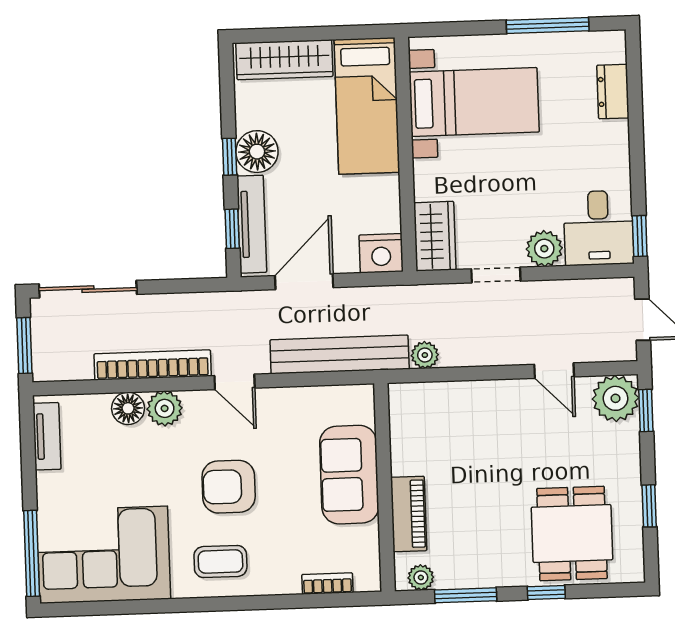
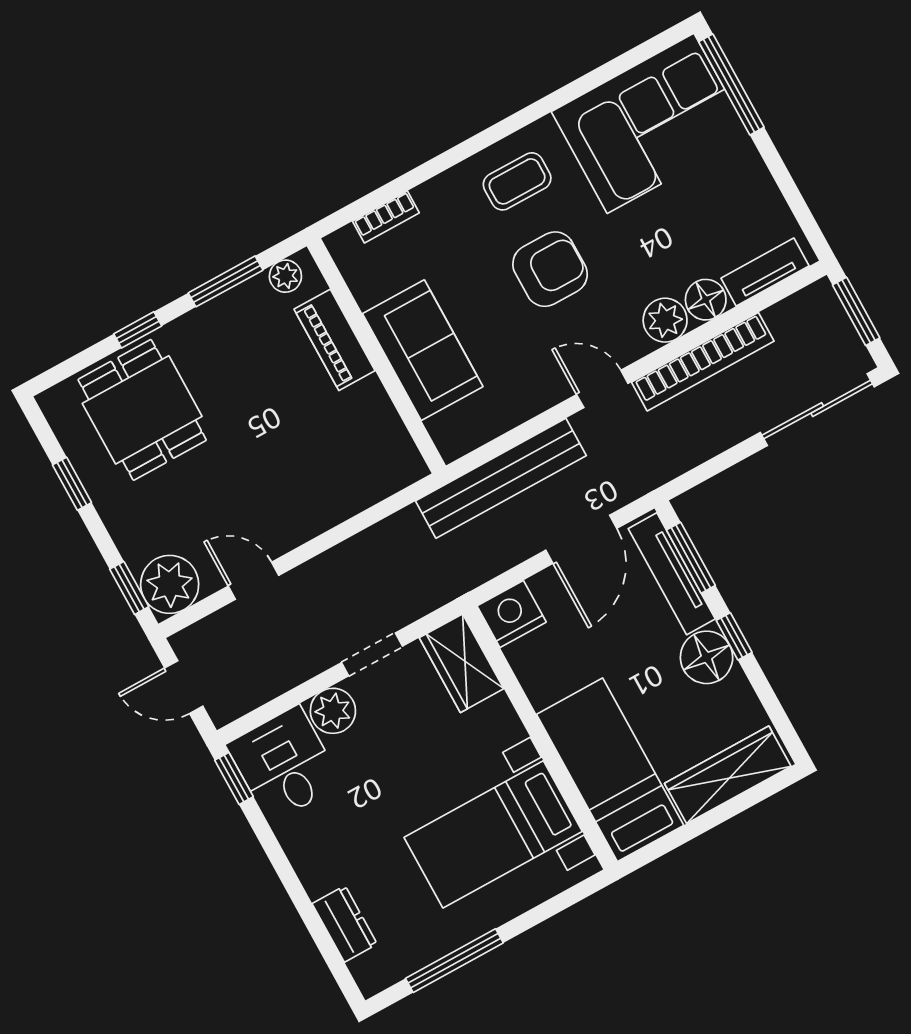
window: (232, 229) -> (691, 558), width x1.50
plant: (425, 355) -> (406, 526), removed
tv unit: (47, 436) -> (765, 272), moved, turned 90

